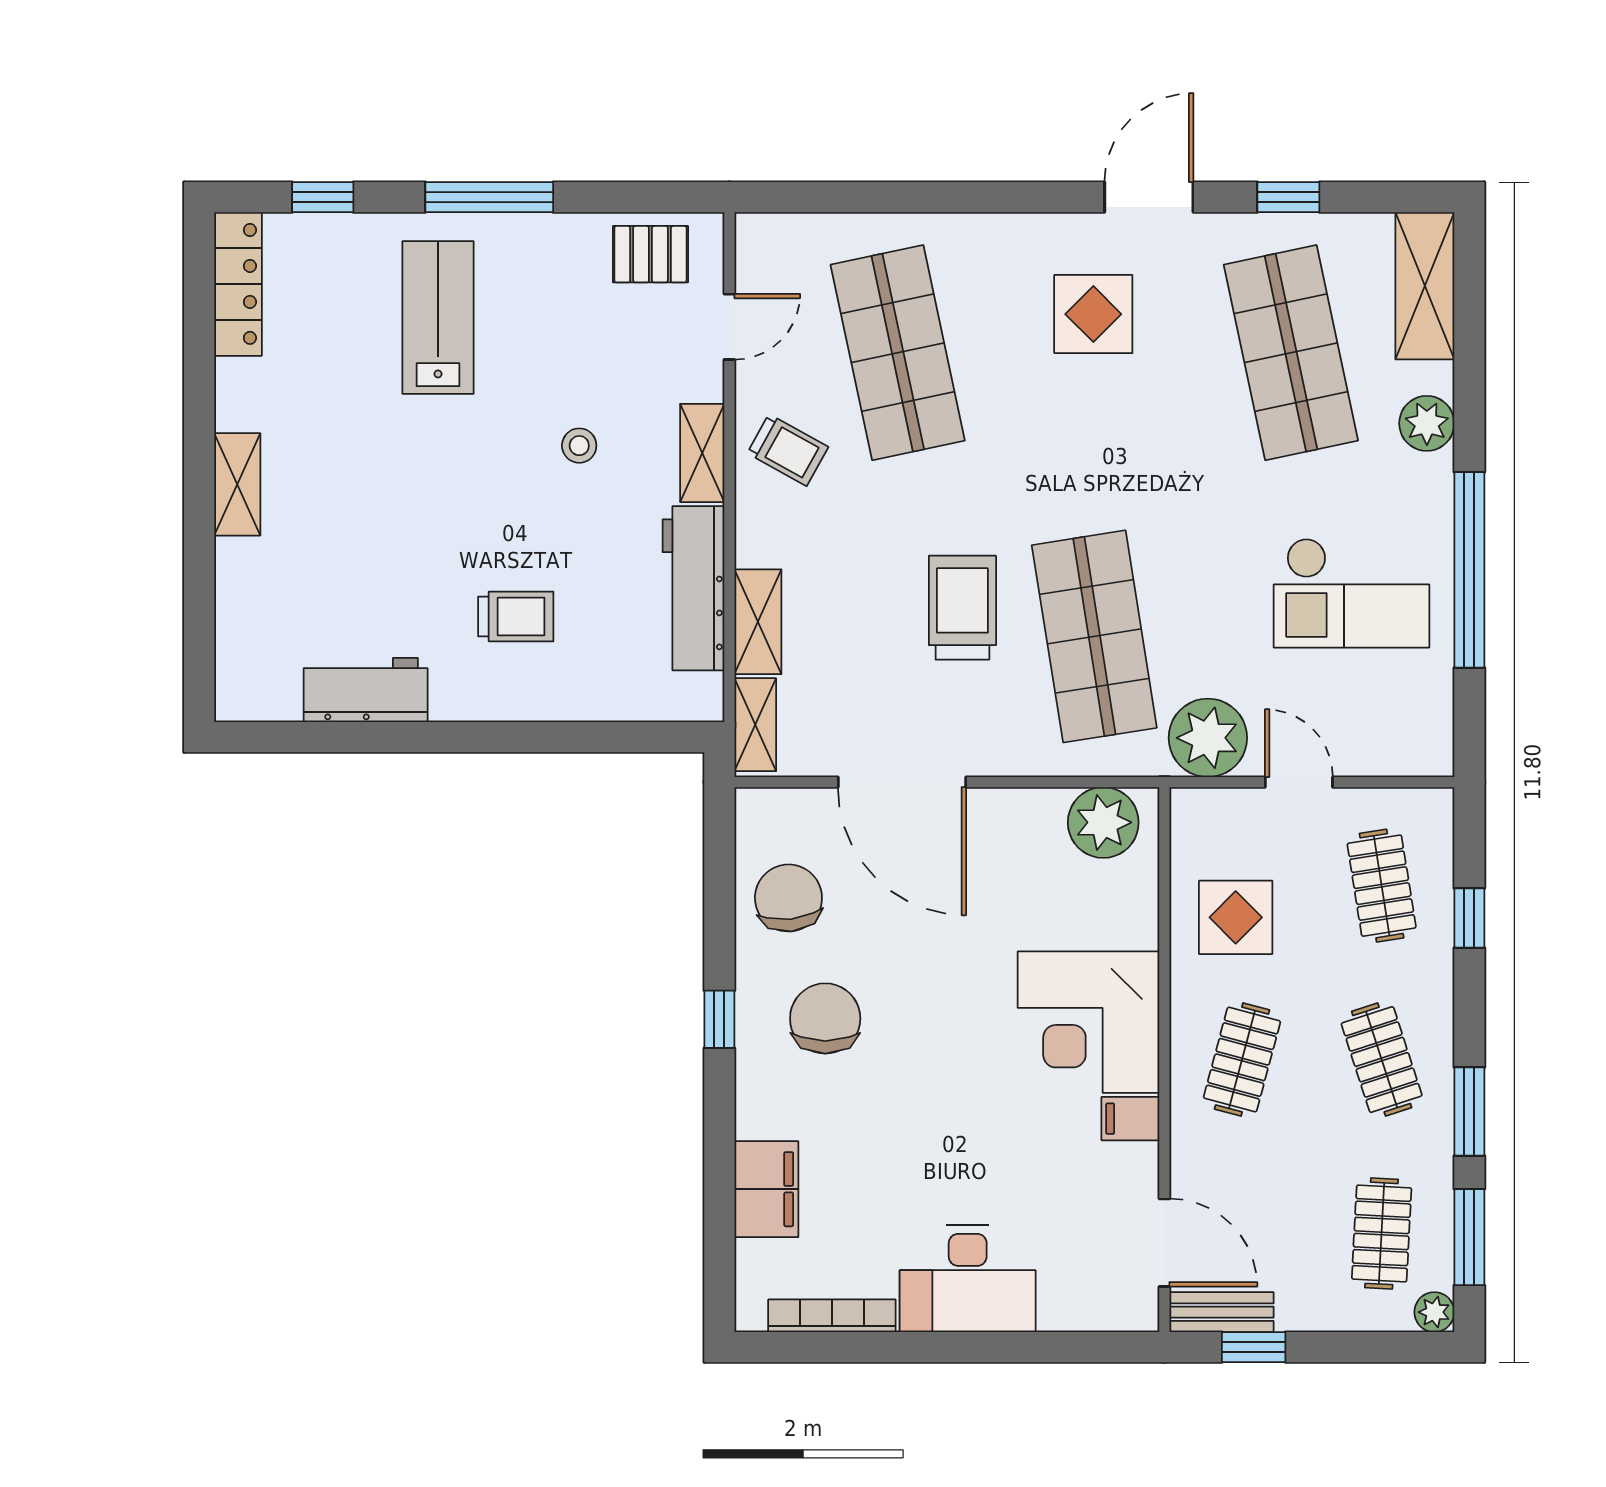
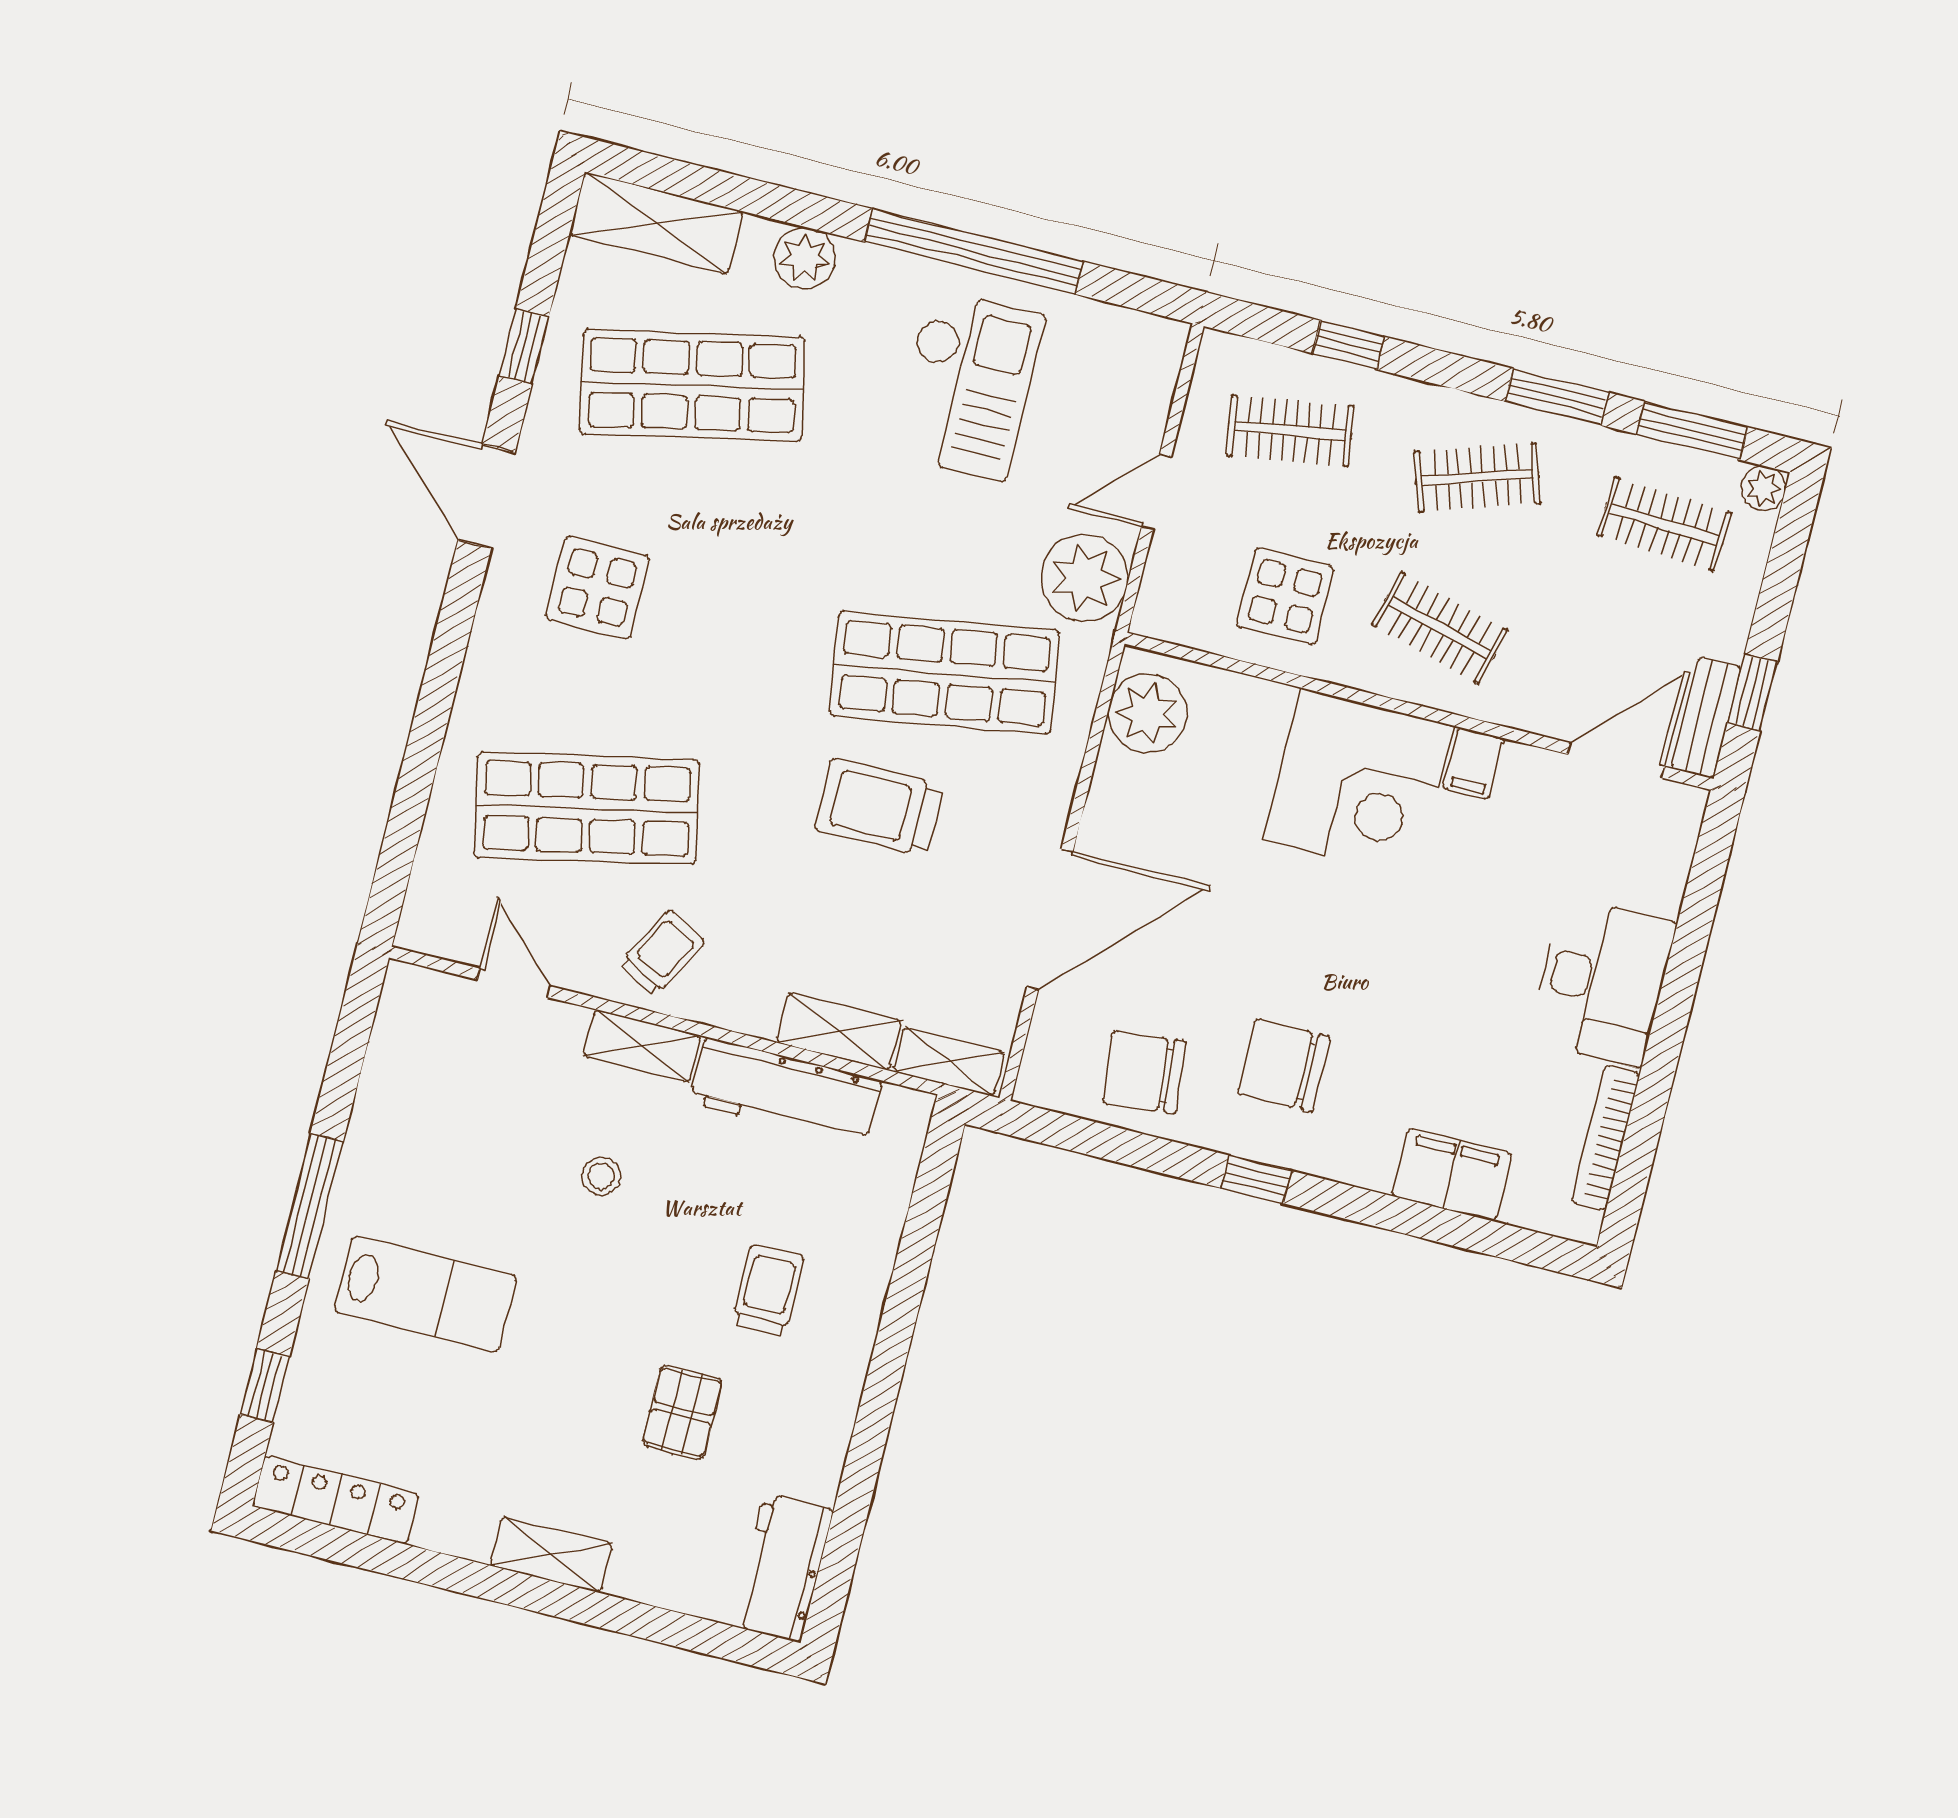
pallet: (650, 254) -> (682, 1412), moved
lab bench: (438, 317) -> (425, 1294), turned 180
workbench: (366, 690) -> (783, 1568), moved

